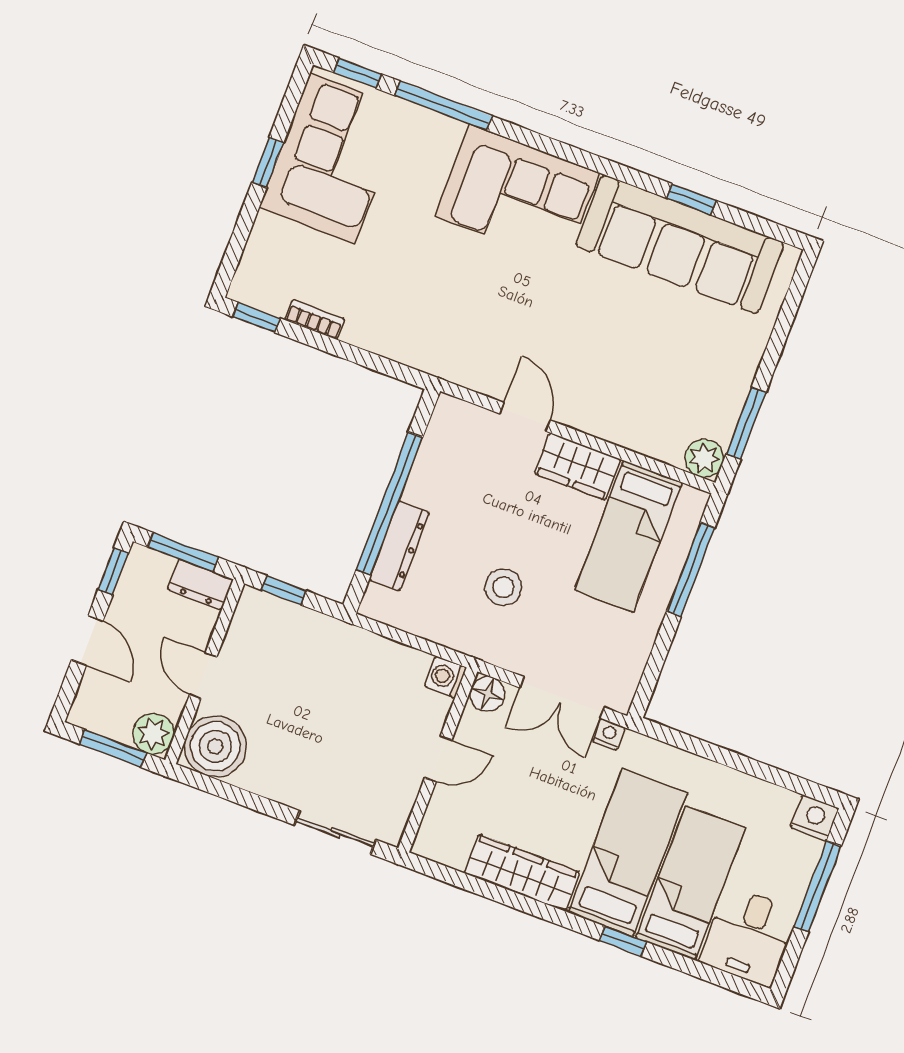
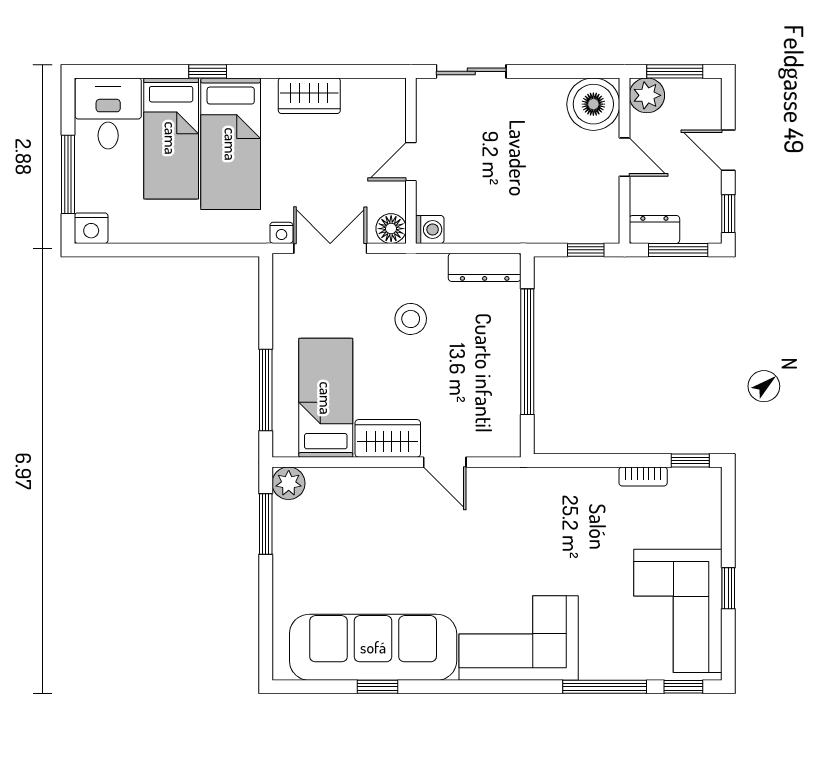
dresser: (399, 546) -> (485, 267), moved, turned -90
wardrobe: (522, 873) -> (309, 96), width x0.67

